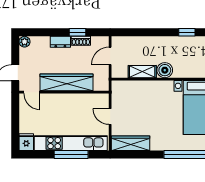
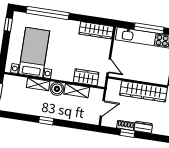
window: (187, 32) -> (46, 121), moved
shelving: (187, 72) -> (38, 84), added
wardrobe: (134, 88) -> (86, 77), added
door: (110, 117) -> (109, 66), moved

